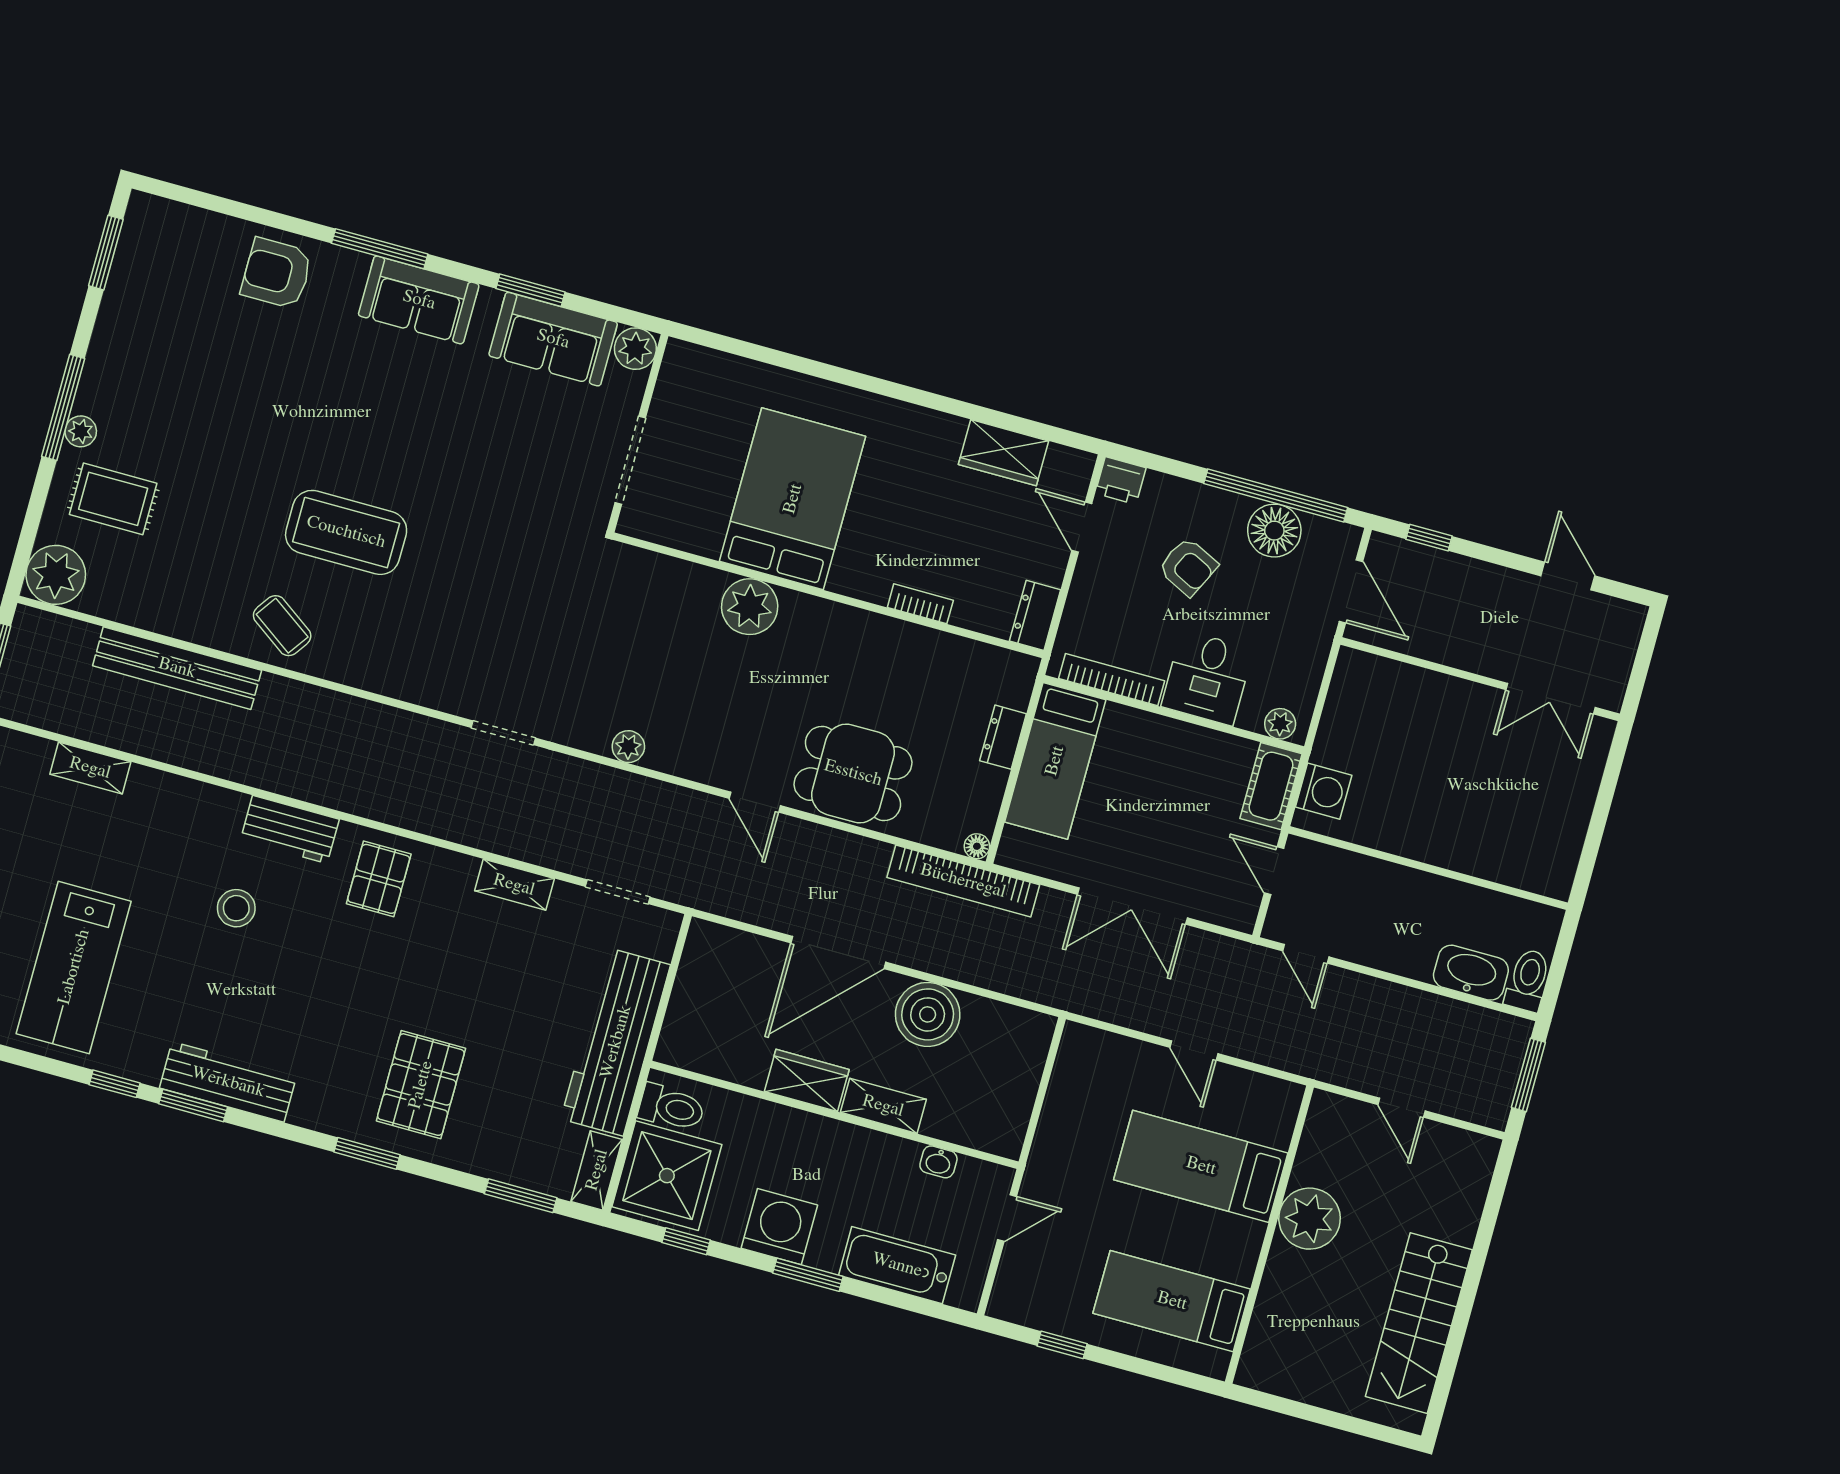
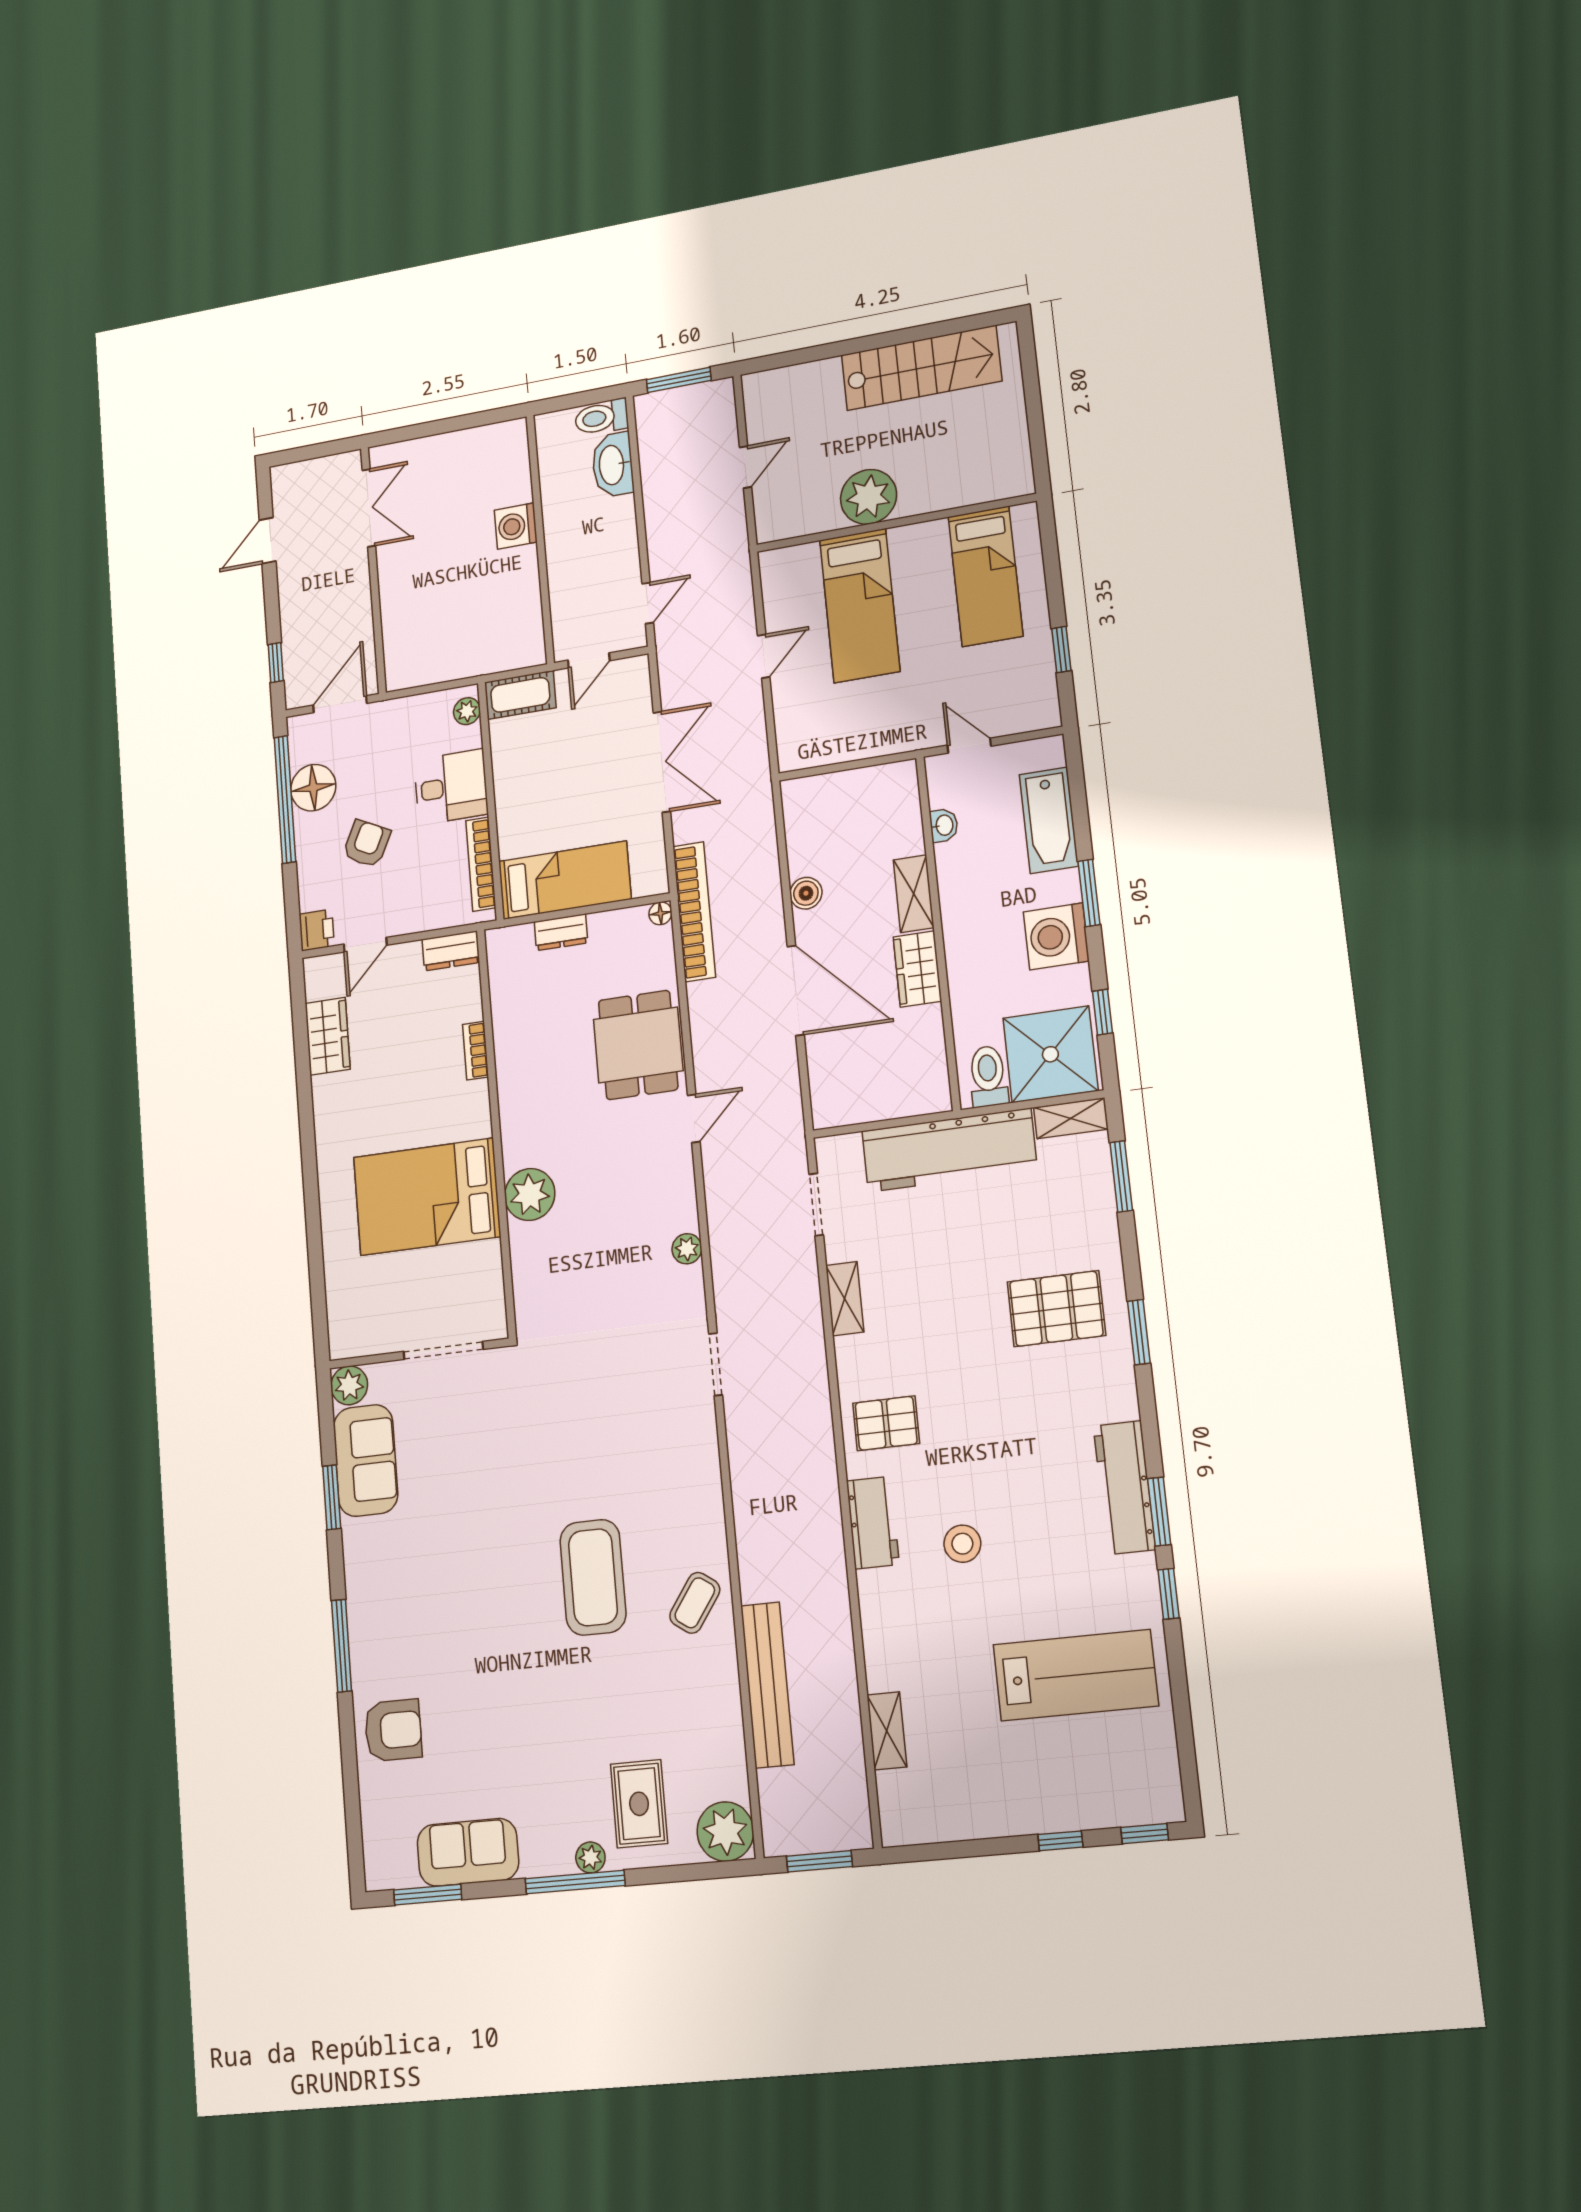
armchair: (277, 273) -> (393, 1730), turned -90
sofa: (419, 300) -> (468, 1852), moved, turned -90
washing machine: (1324, 791) -> (516, 526), moved, turned -90
boiler: (928, 1014) -> (806, 893), width x0.54, depth x0.54

